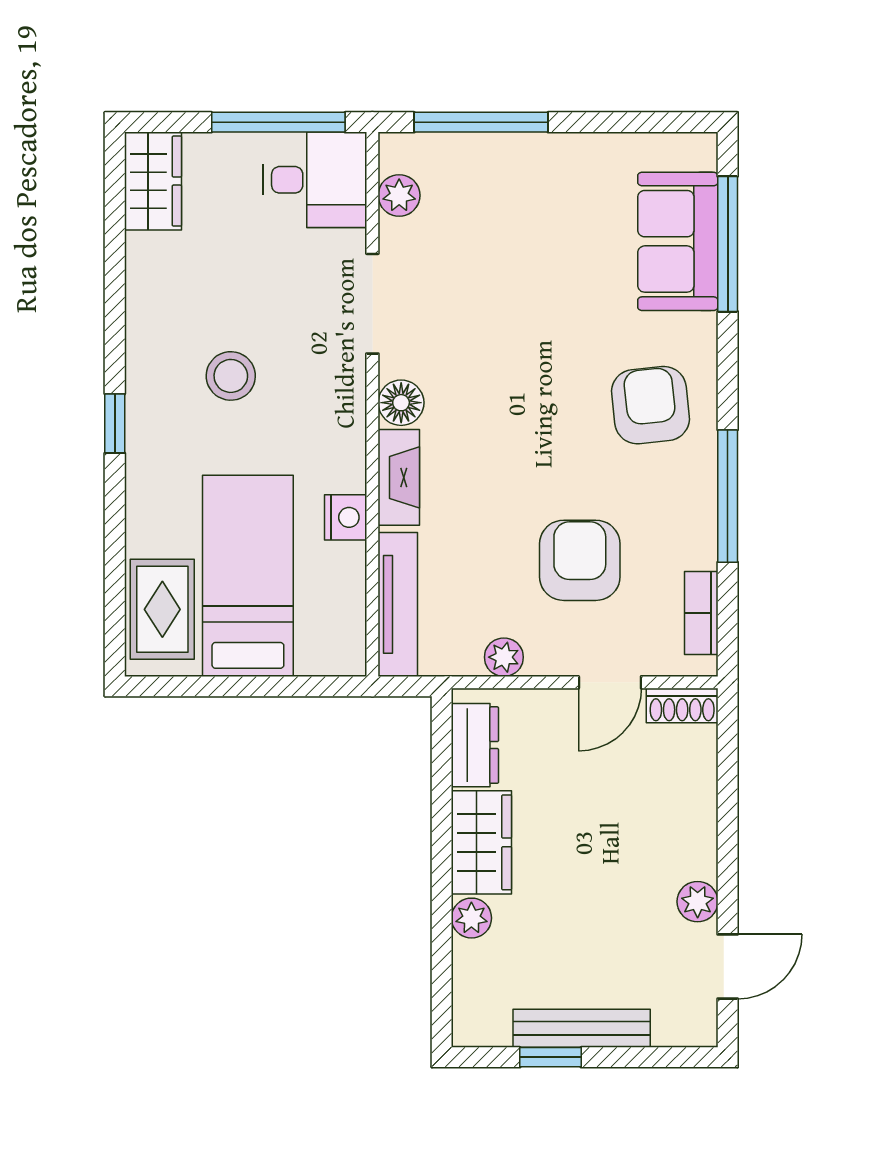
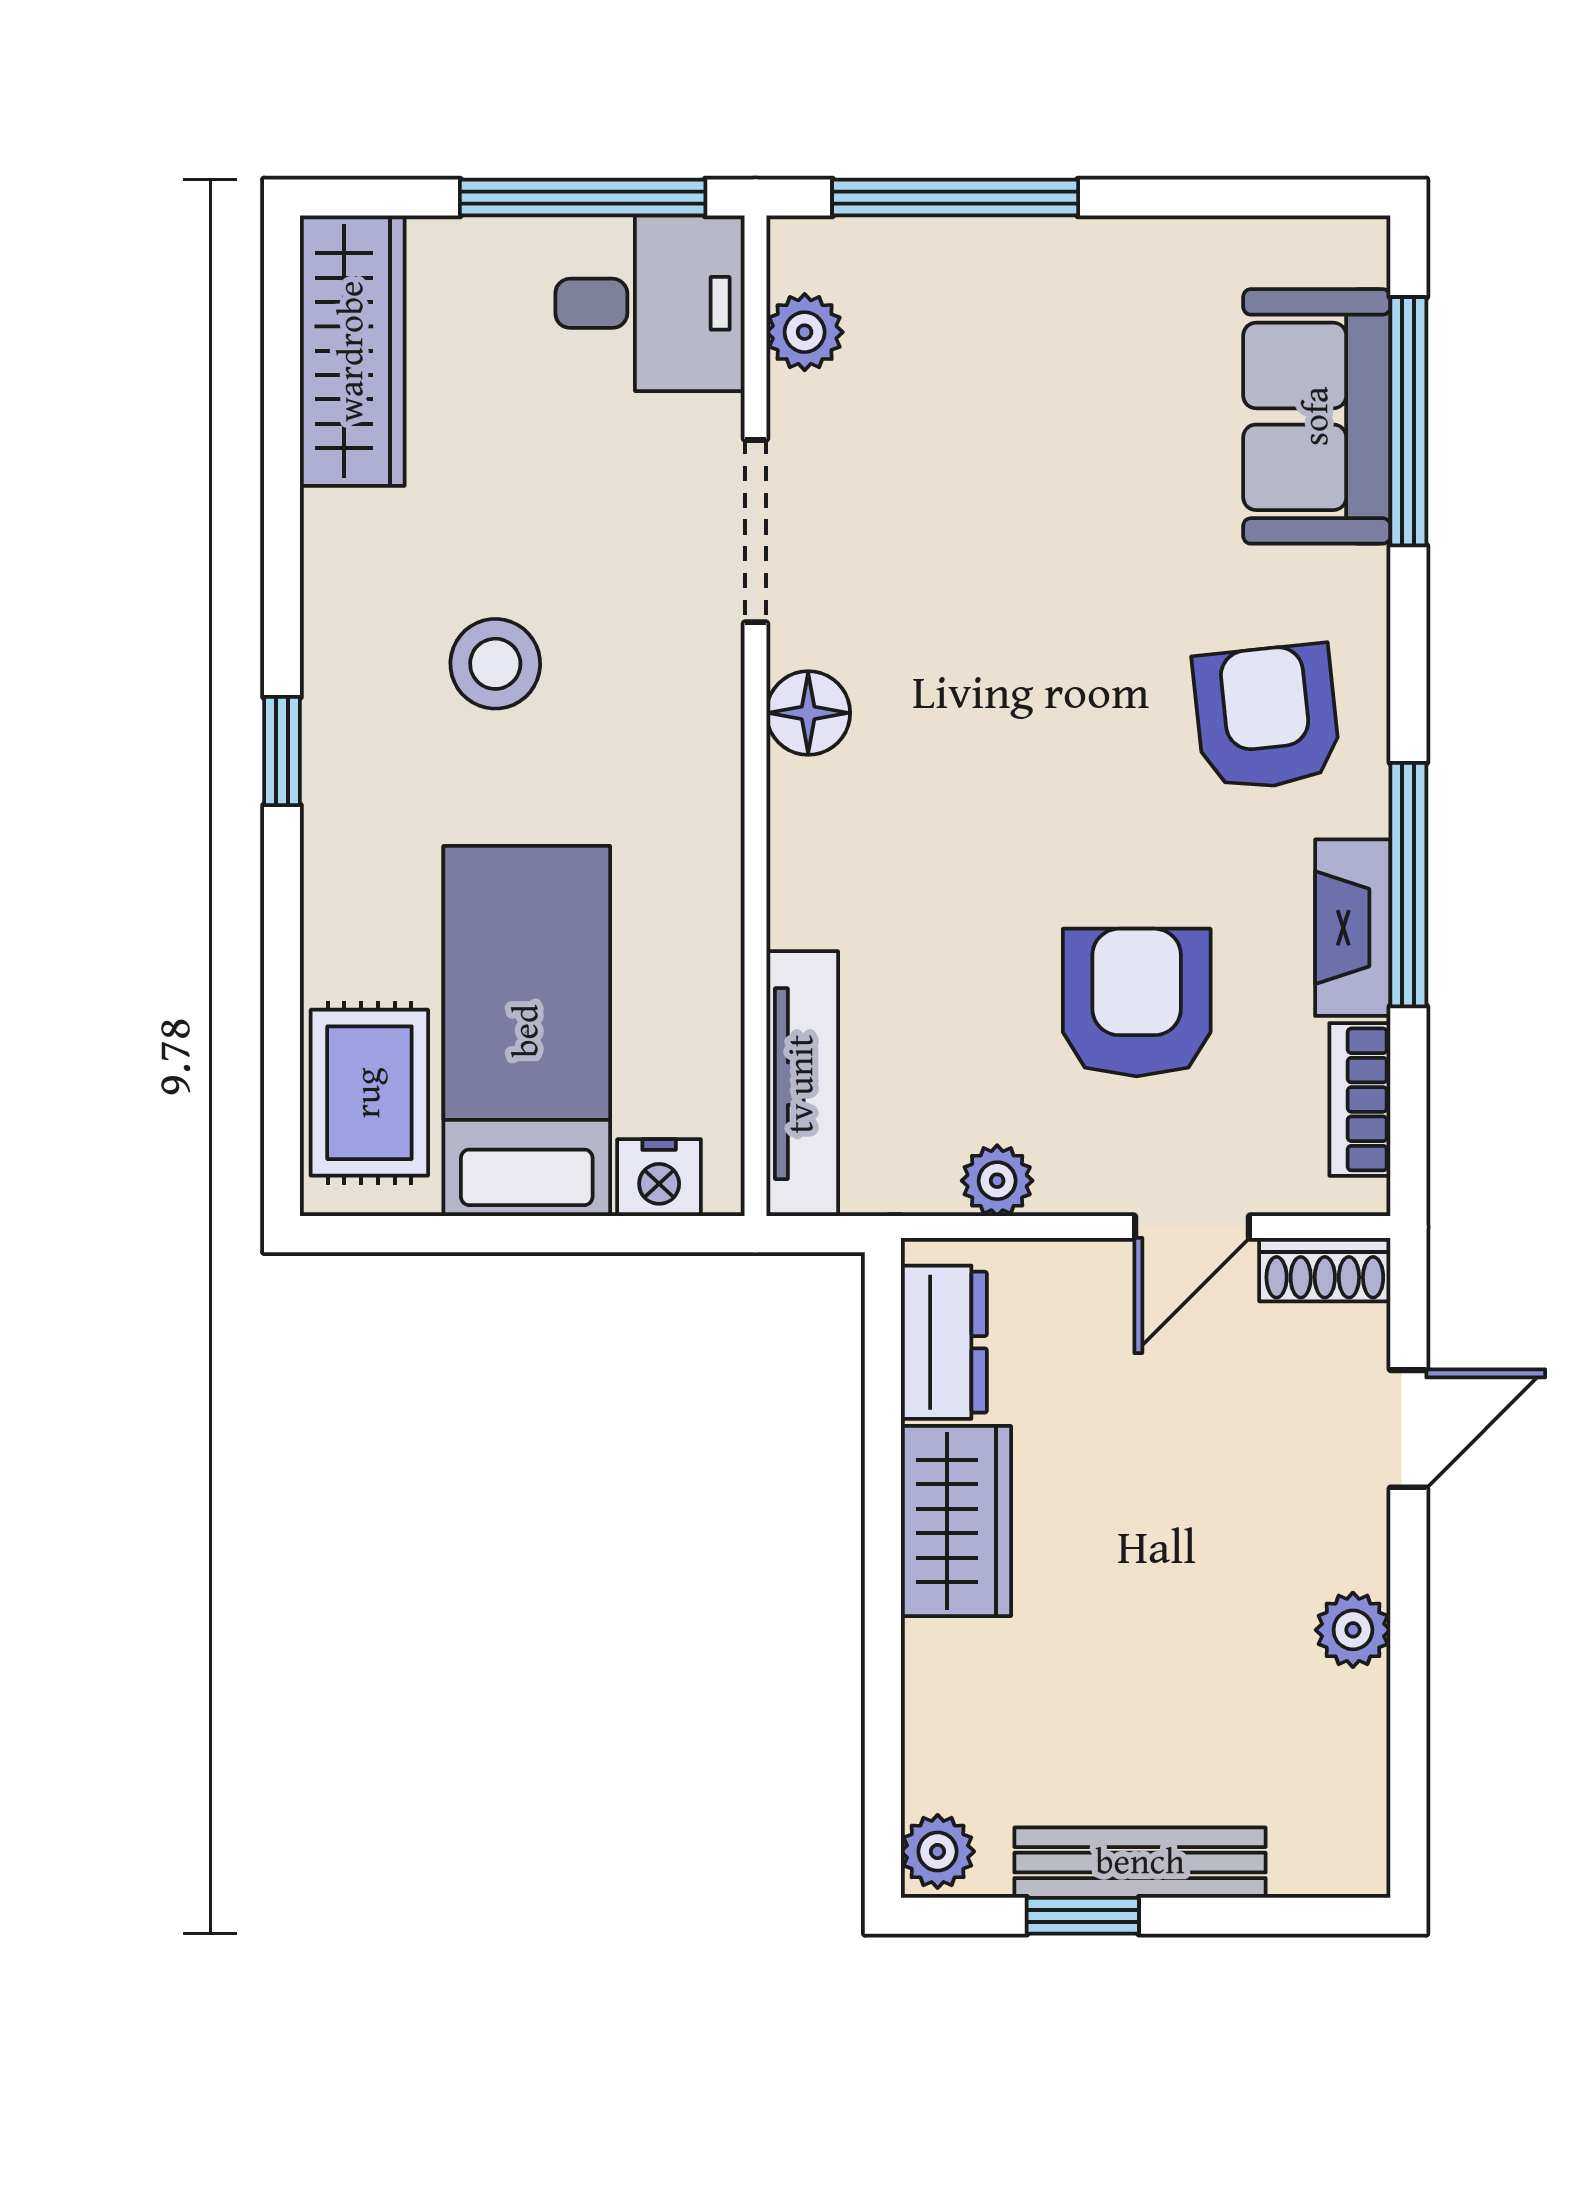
wardrobe: (153, 181) -> (352, 351), width x1.50
fireplace: (399, 477) -> (1353, 928), moved, turned 180
nightstand: (346, 517) -> (659, 1178), moved, turned 90
plant: (471, 918) -> (938, 1851), moved
door: (728, 967) -> (1408, 1429), moved

